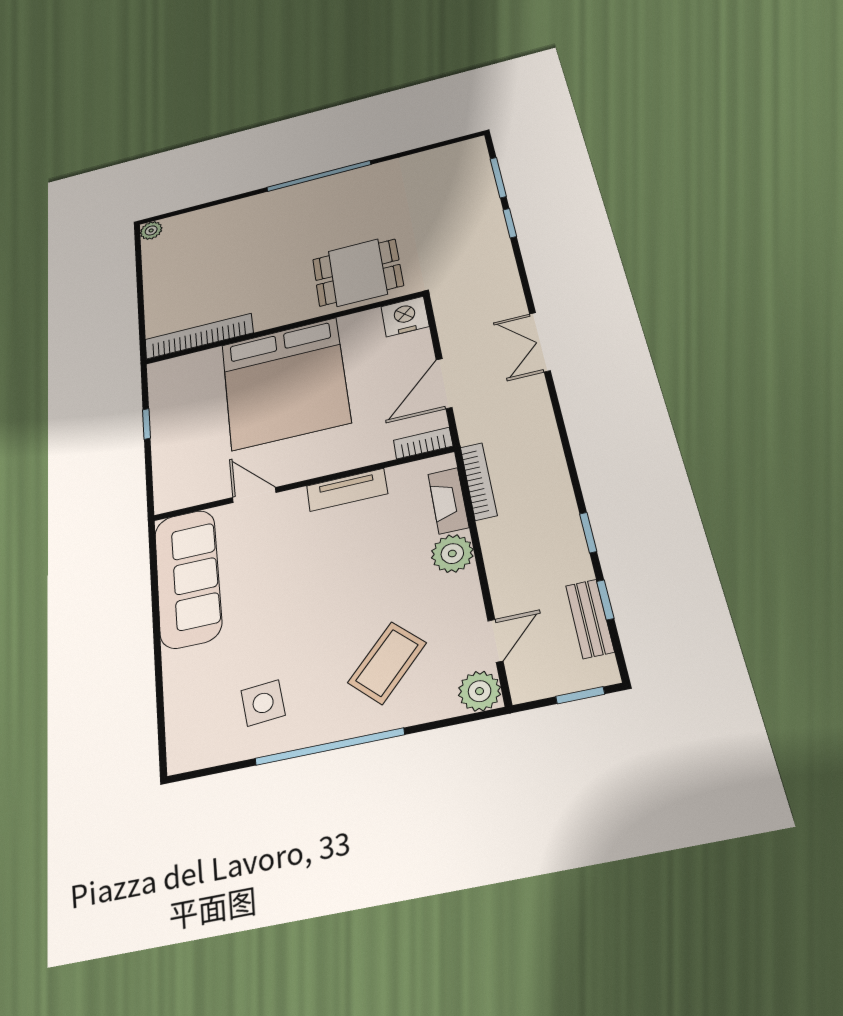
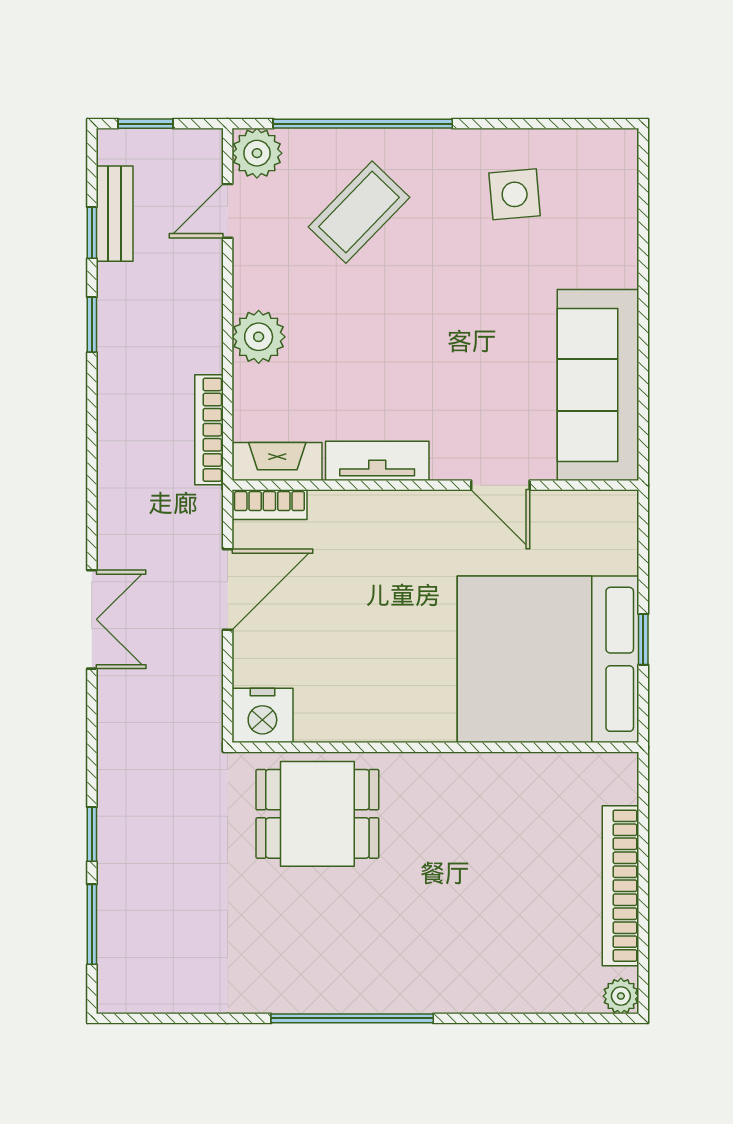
bookcase: (199, 336) -> (621, 886), moved, turned 90
bed: (285, 383) -> (548, 659), moved, turned -90
fireplace: (448, 501) -> (277, 462), moved, turned -90
window: (329, 747) -> (363, 124), moved

